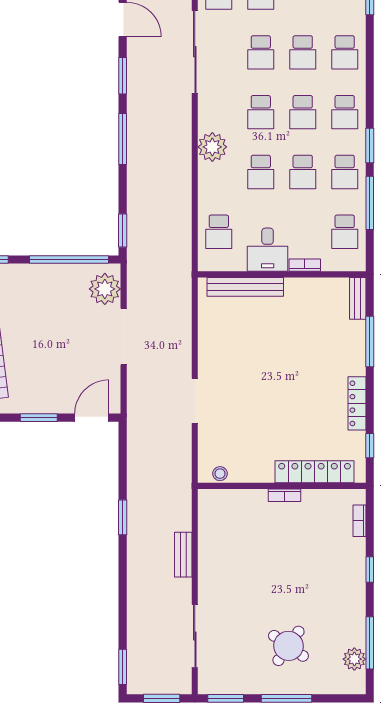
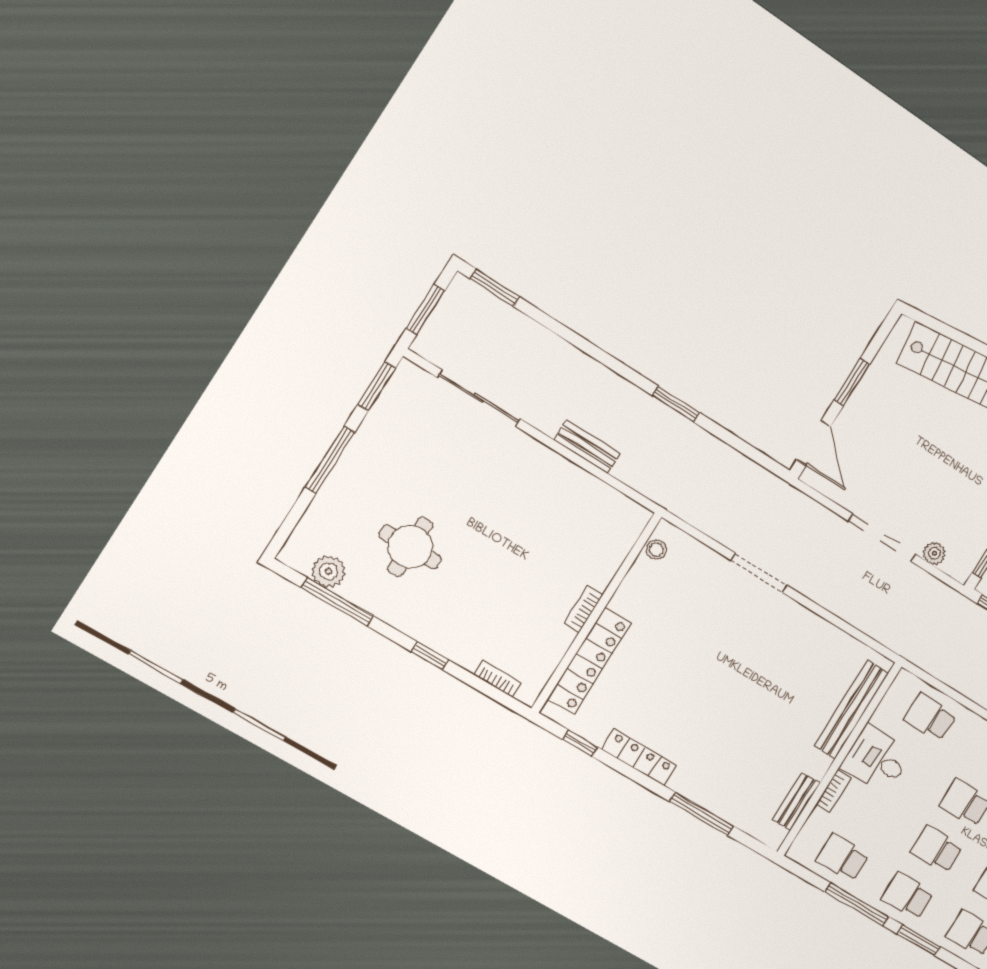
plant: (105, 289) -> (934, 553), width x0.53, depth x0.53
bench: (358, 298) -> (796, 801), moved, turned 90
round table: (288, 646) -> (410, 547), moved, turned -35

